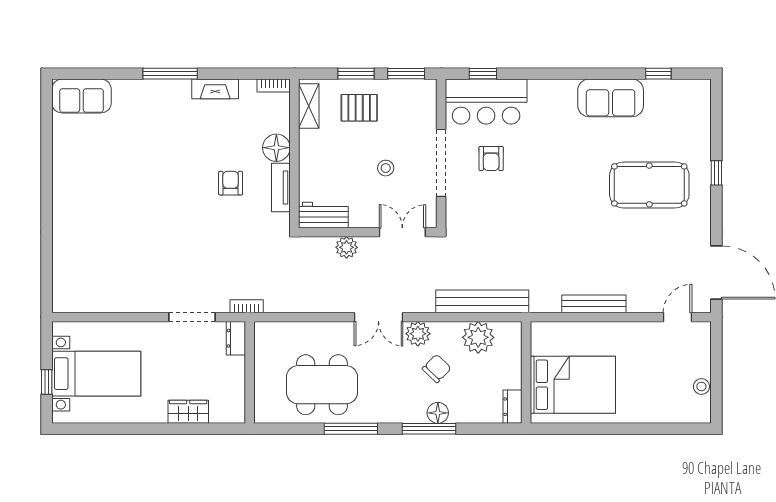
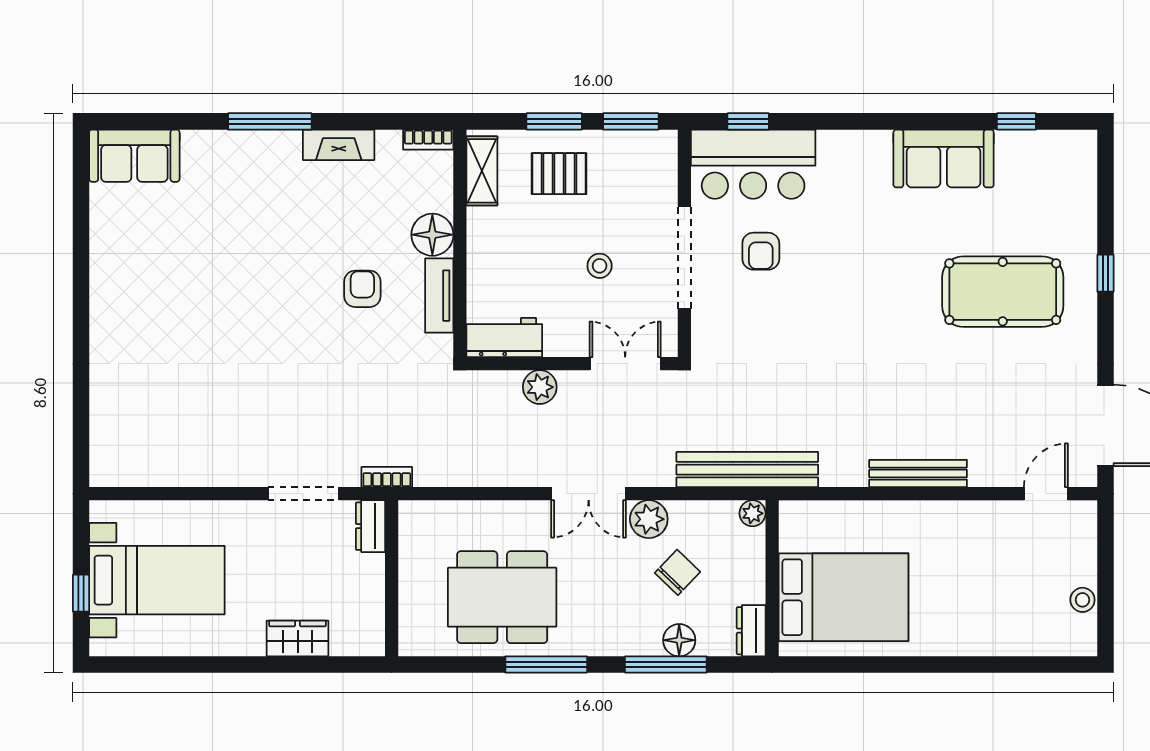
plant: (478, 337) -> (752, 513), width x0.53, depth x0.53
wall: (526, 372) -> (772, 578), moved
bed: (573, 385) -> (844, 597), moved
dresser: (512, 407) -> (751, 631), moved

